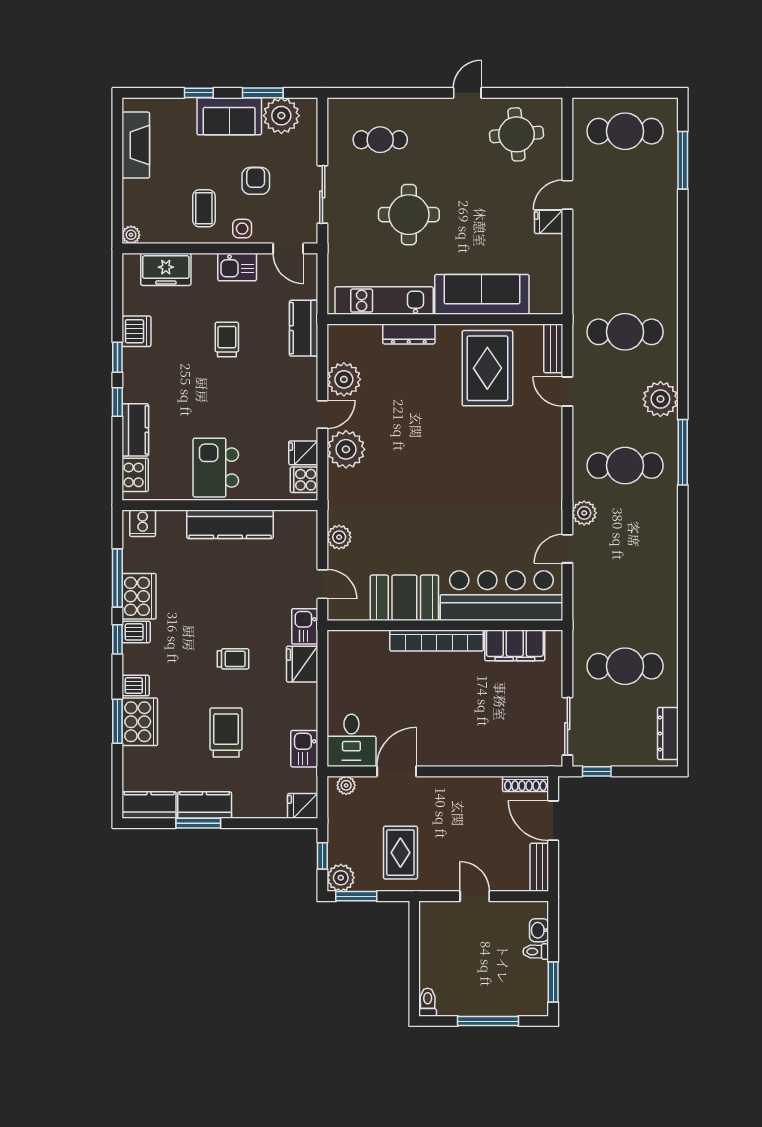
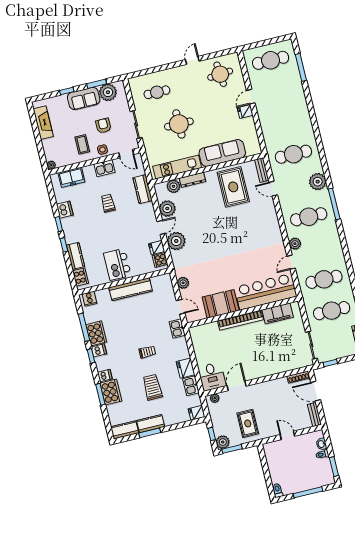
plant: (367, 337) -> (173, 186), added
cafe table: (625, 599) -> (324, 279), added
fridge: (302, 664) -> (186, 368), moved

